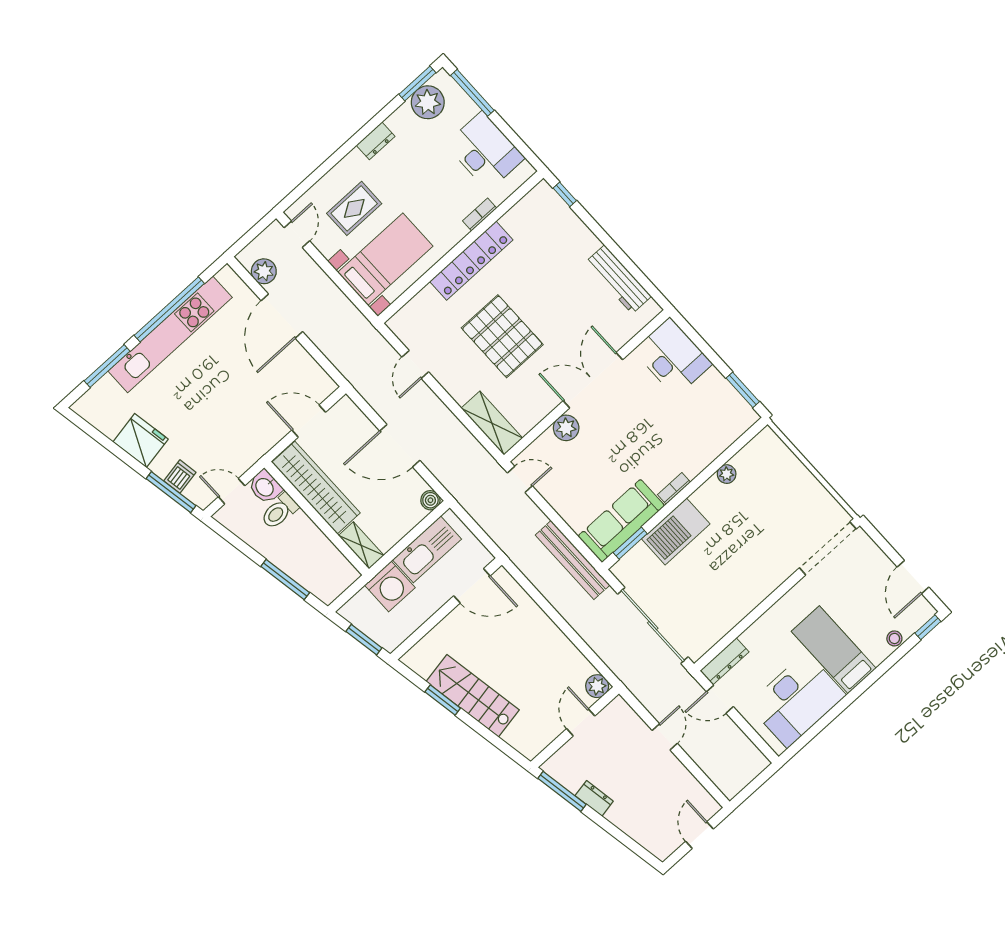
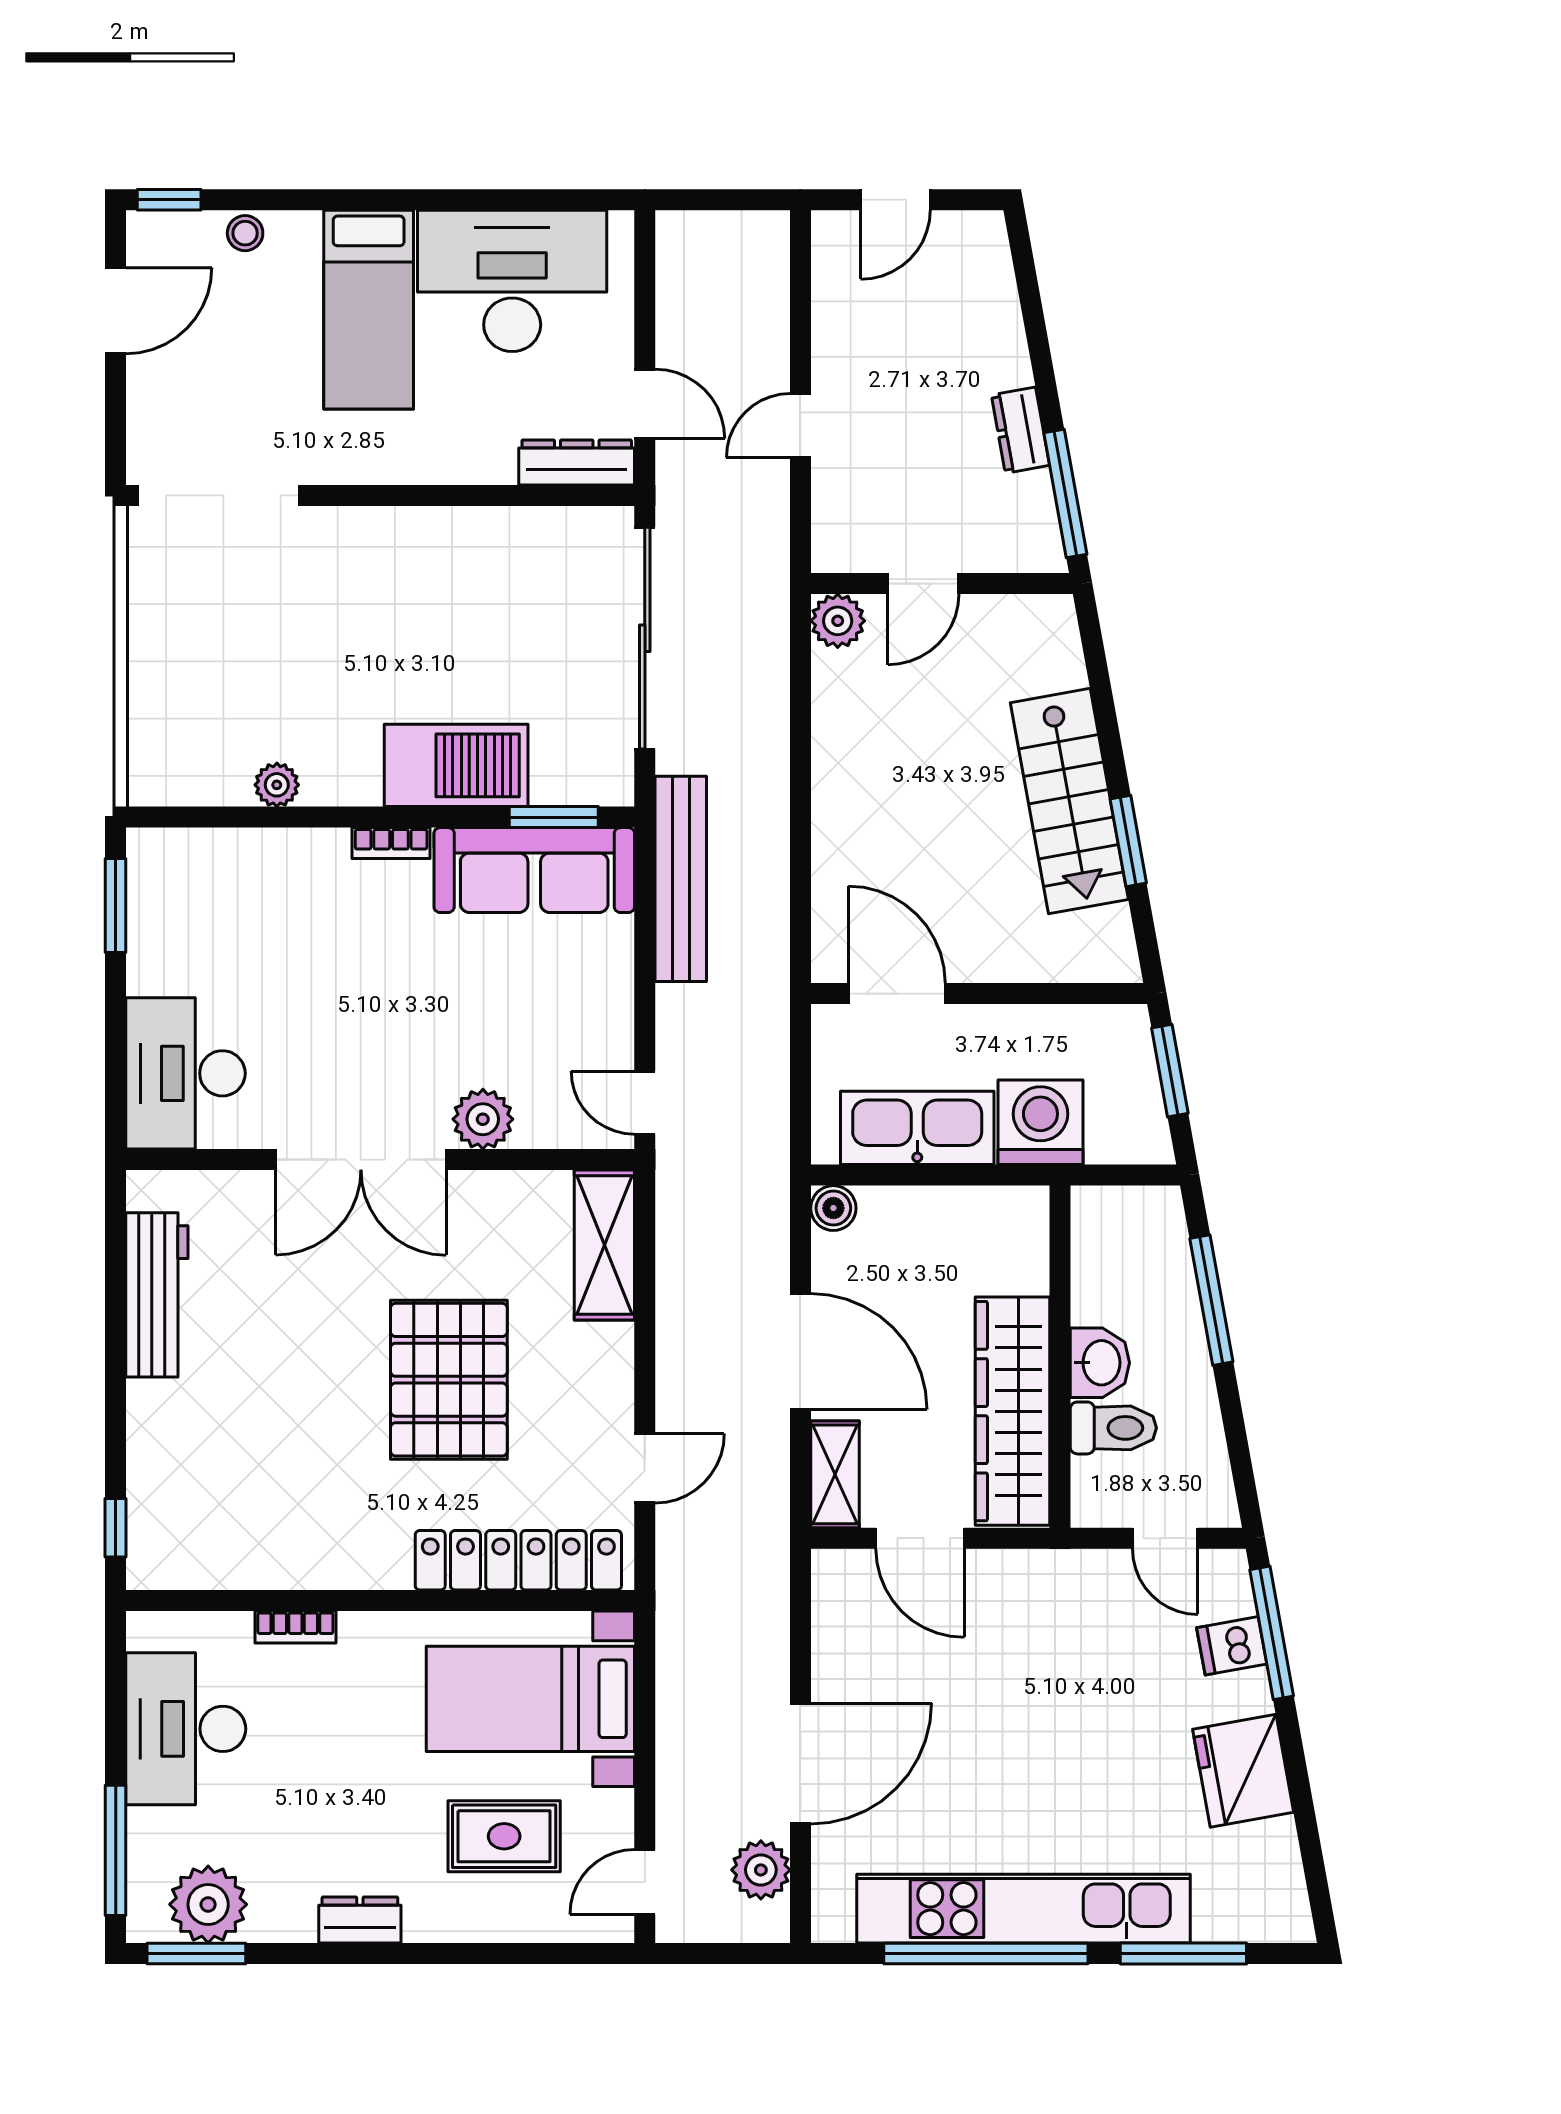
locker: (471, 261) -> (518, 1560), moved
washbasin: (265, 487) -> (1100, 1363), moved
shelving: (361, 545) -> (835, 1474), moved

